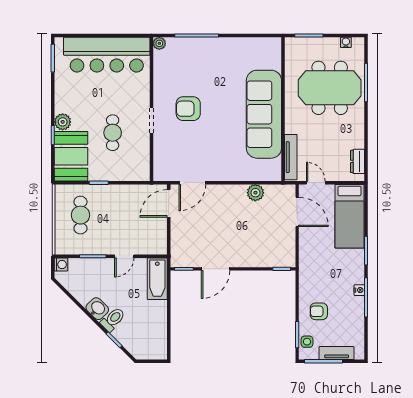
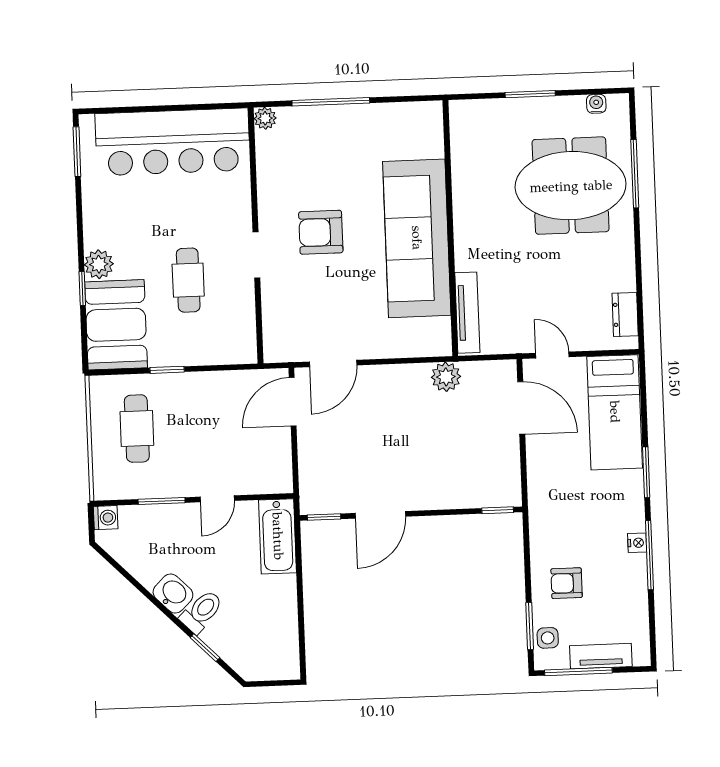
wall: (283, 109) -> (450, 228), moved
sofa: (264, 114) -> (417, 238), moved
tv unit: (291, 157) -> (467, 313), moved

